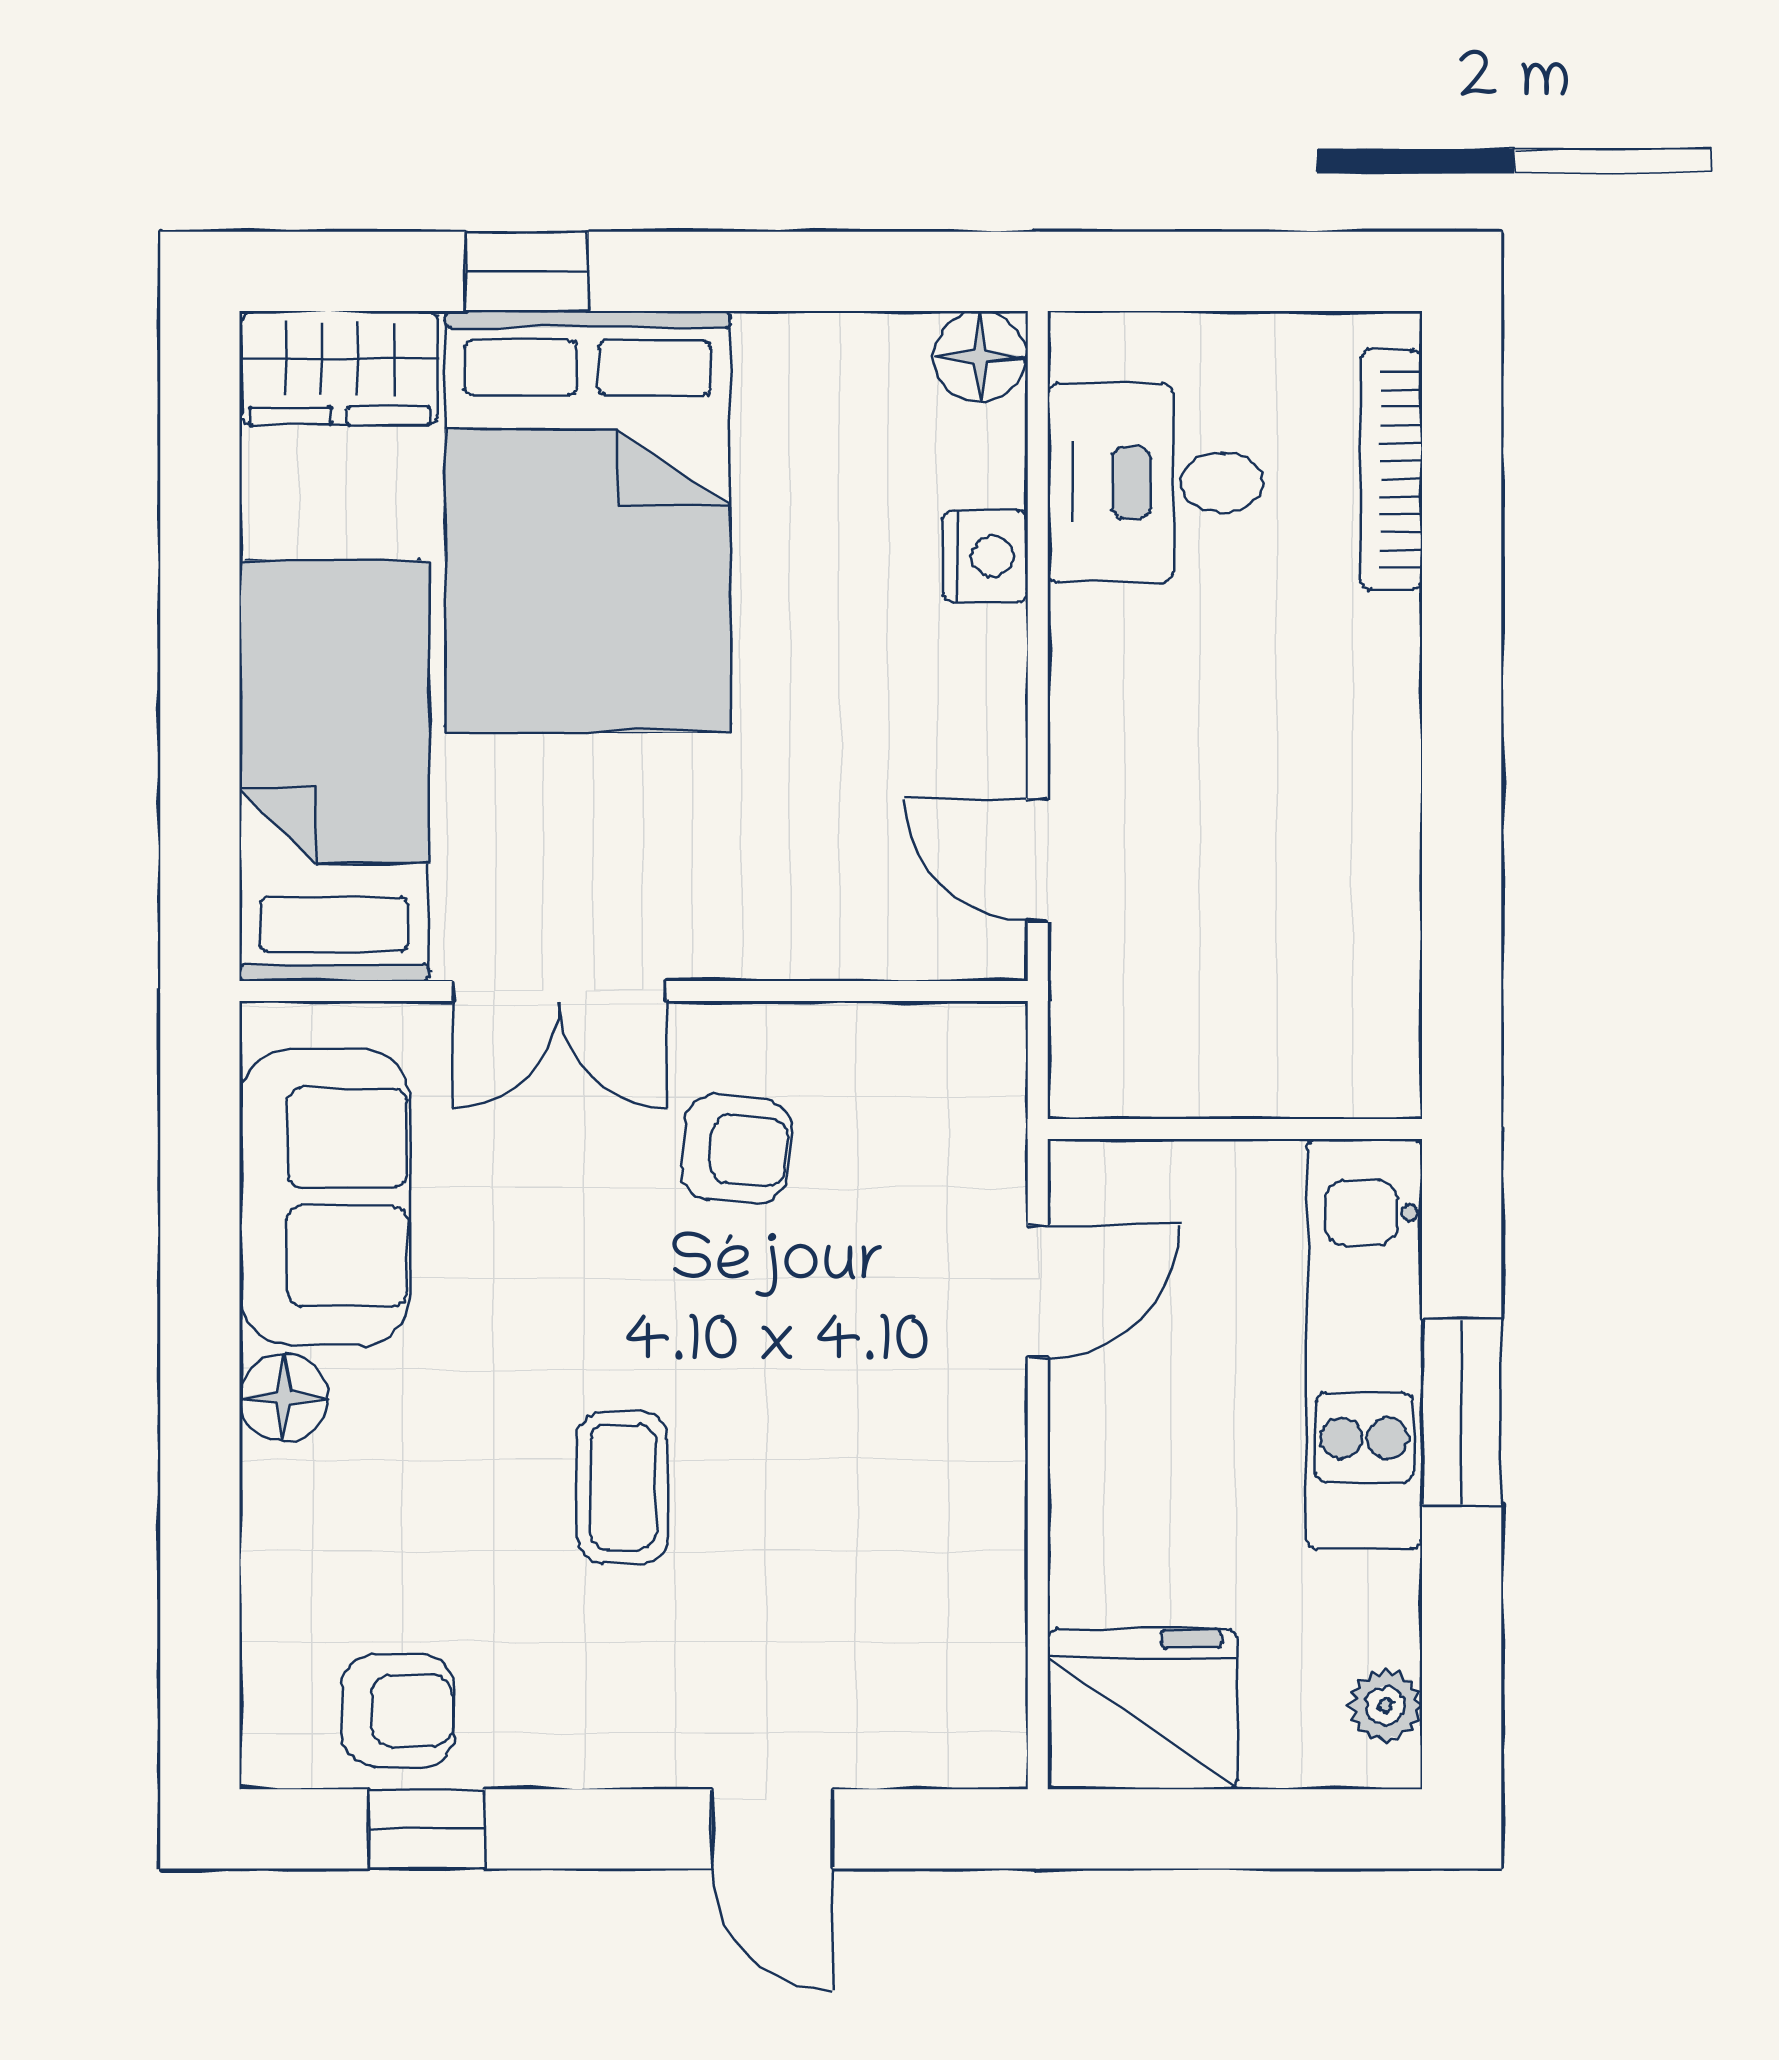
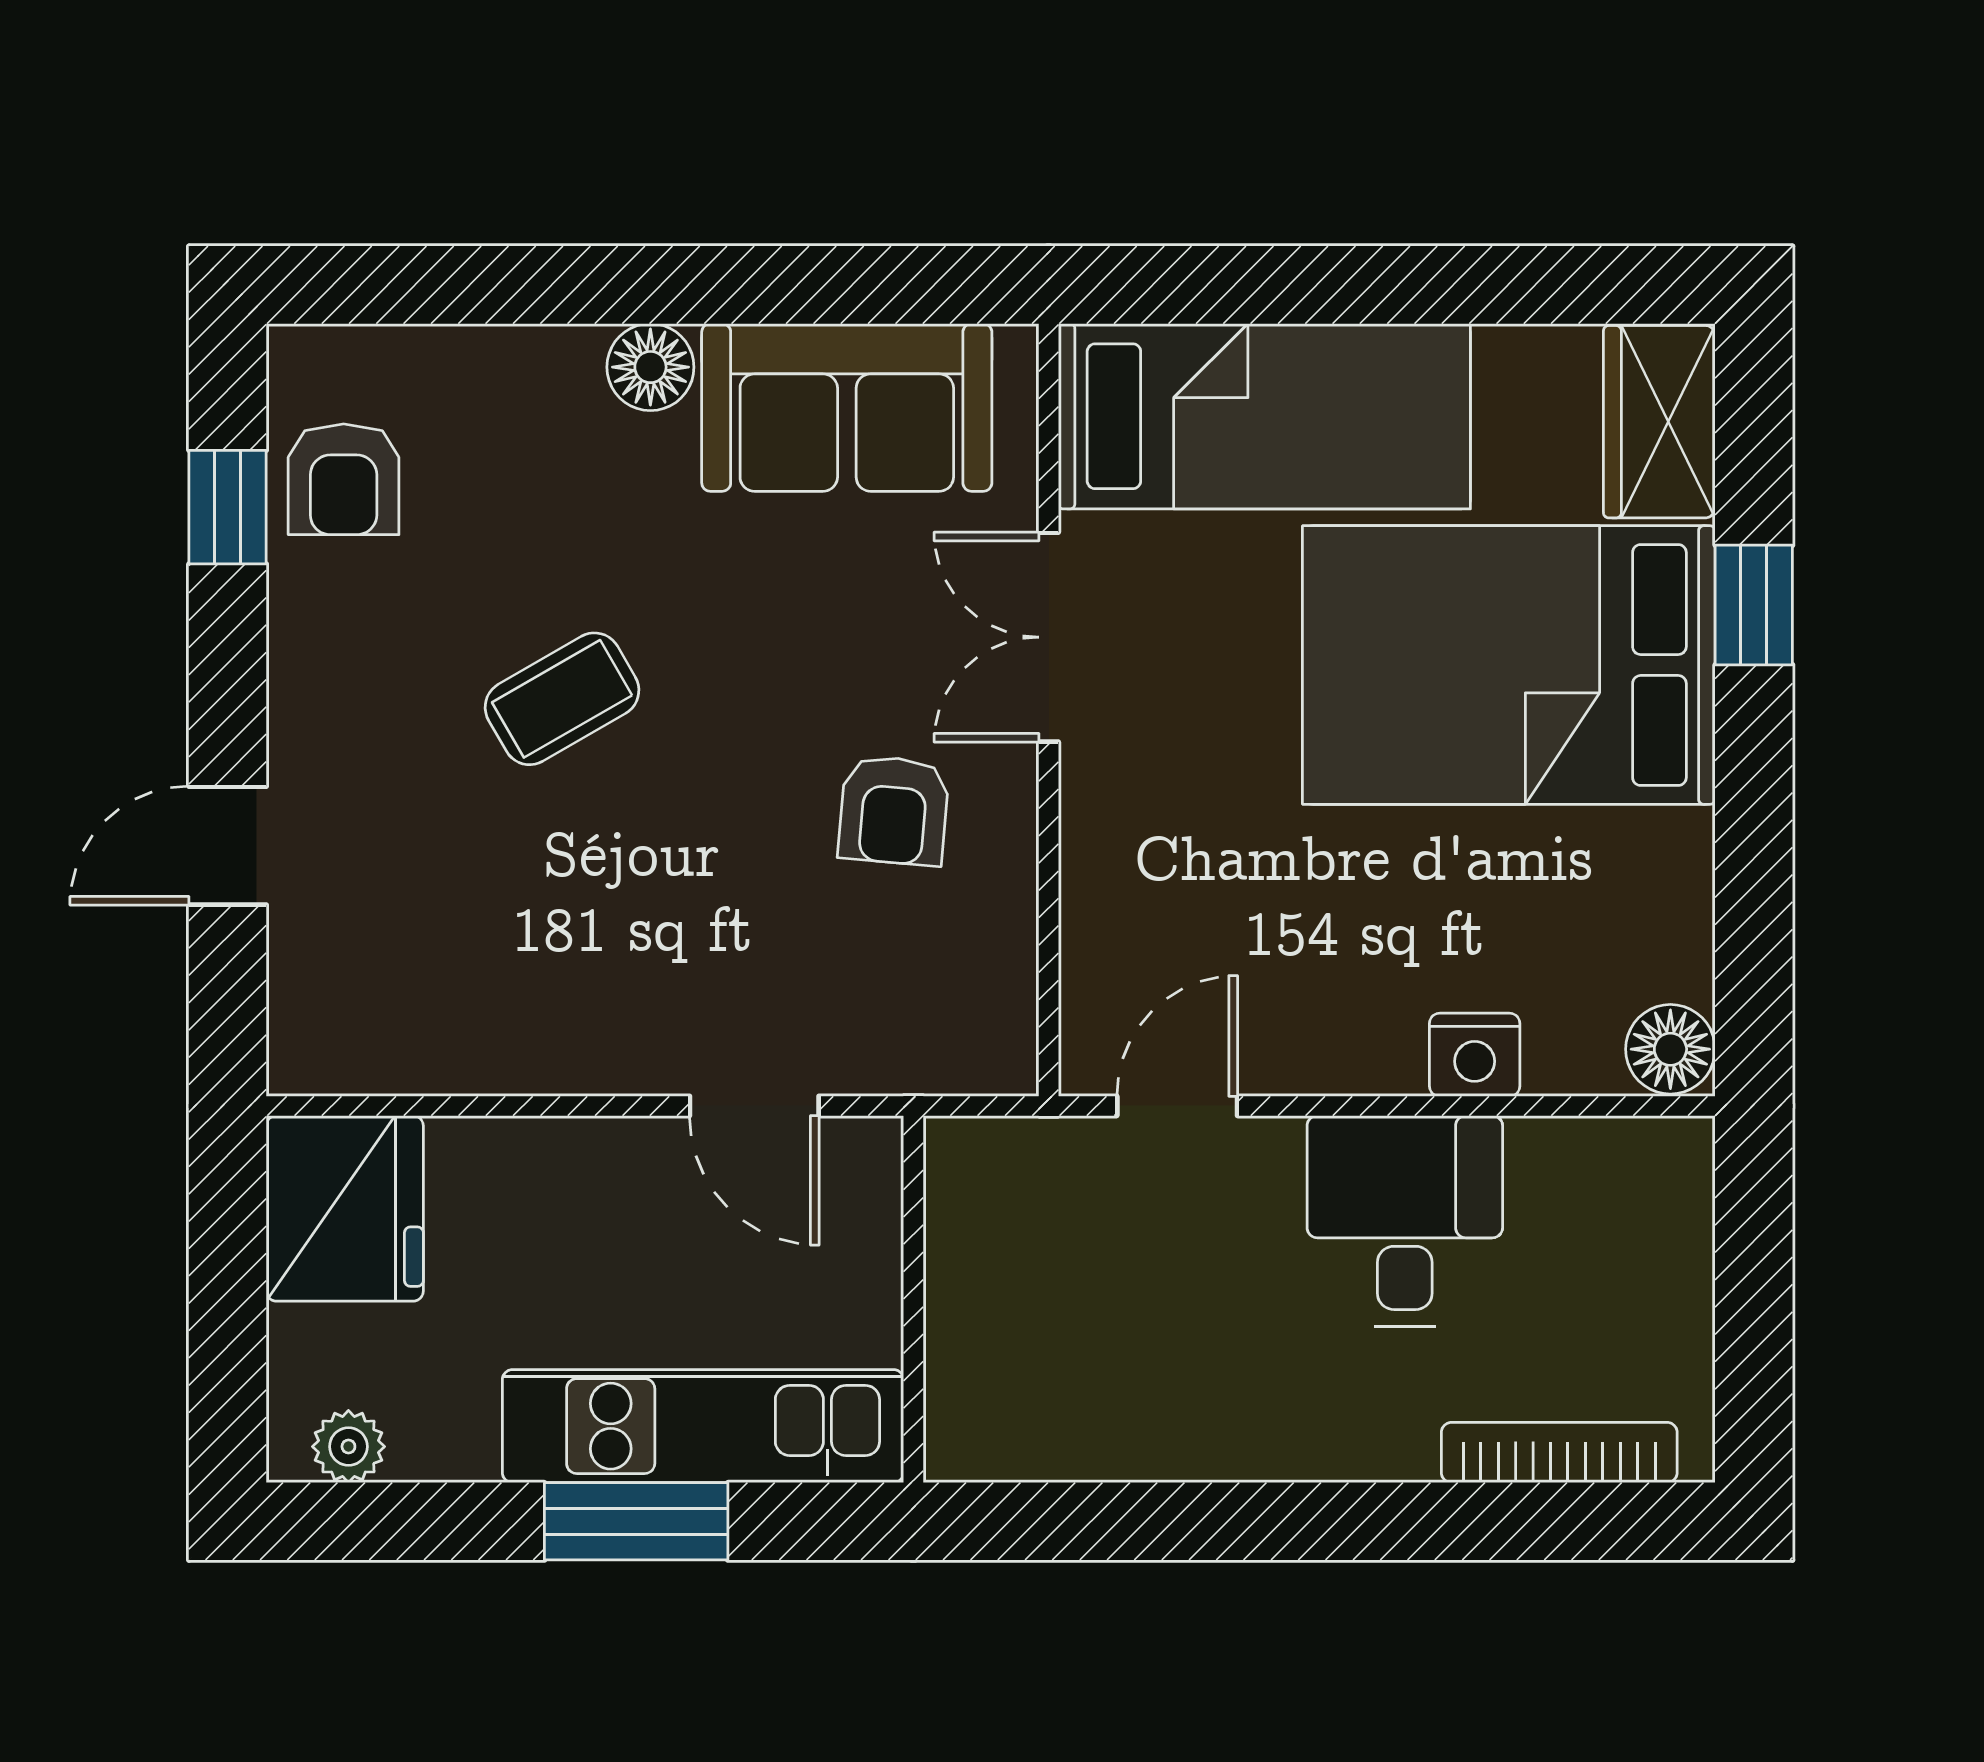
desk: (1155, 483) -> (1405, 1221), moved
coffee table: (622, 1488) -> (562, 699), turned -30

